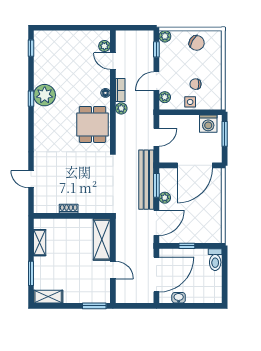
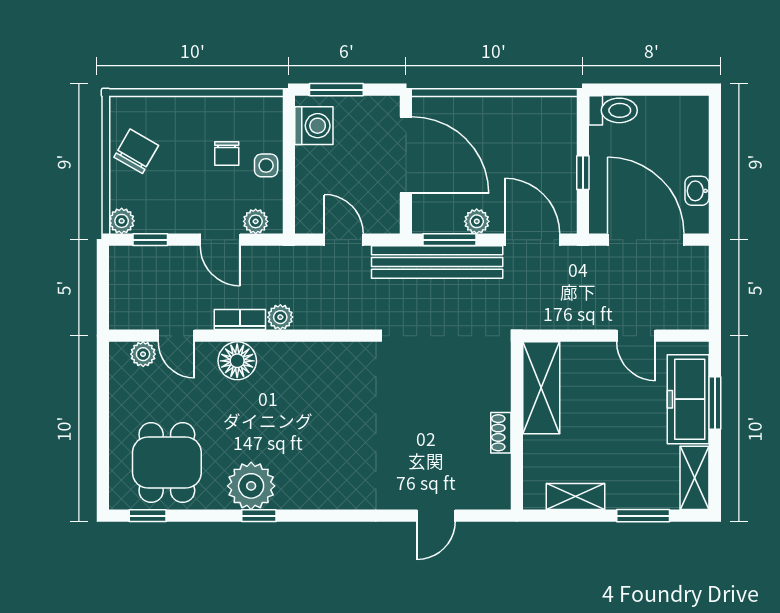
door: (113, 61) -> (176, 336), hinge flipped
floor lamp: (105, 93) -> (237, 361), width x1.89, depth x1.89
dining table: (92, 124) -> (167, 463), moved, turned 90
shelving: (102, 240) -> (541, 388), moved, turned 90
door: (113, 270) -> (636, 336), swing flipped
freezer: (84, 294) -> (688, 399), added
window: (94, 306) -> (715, 403), moved

